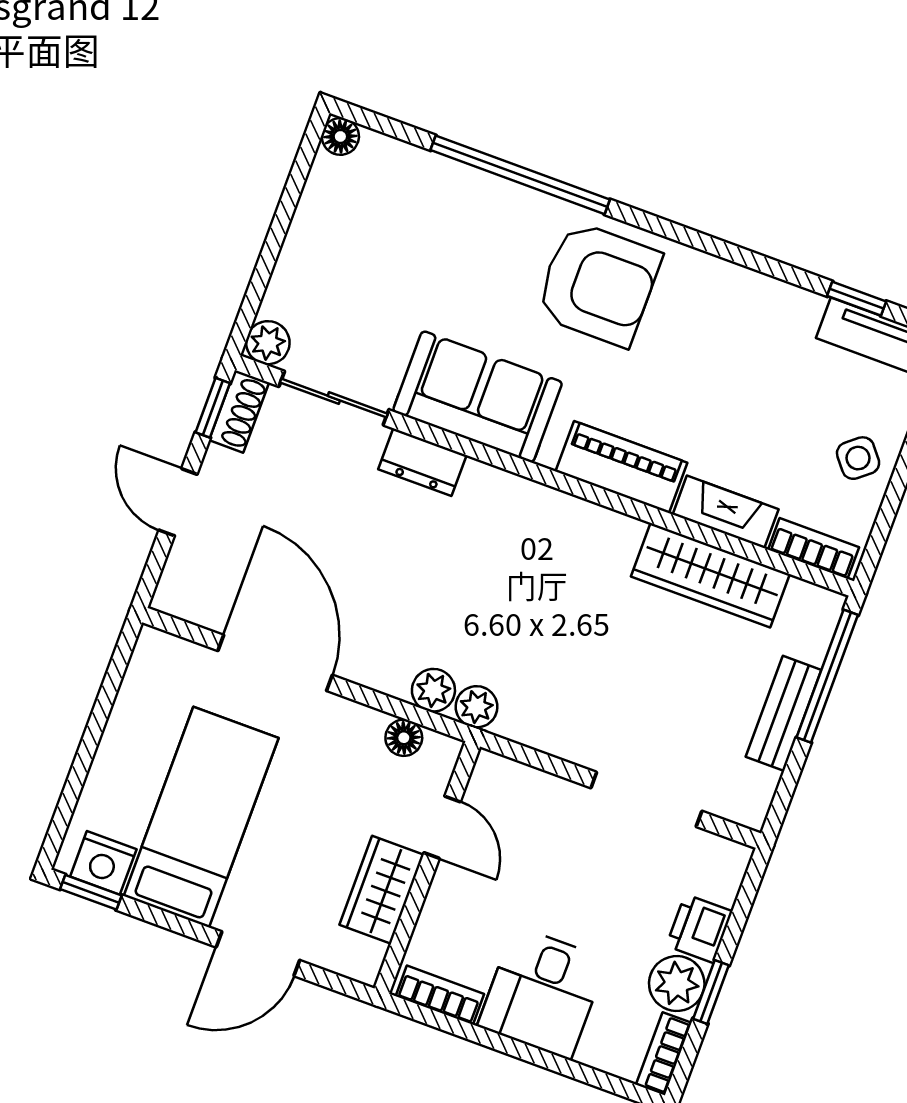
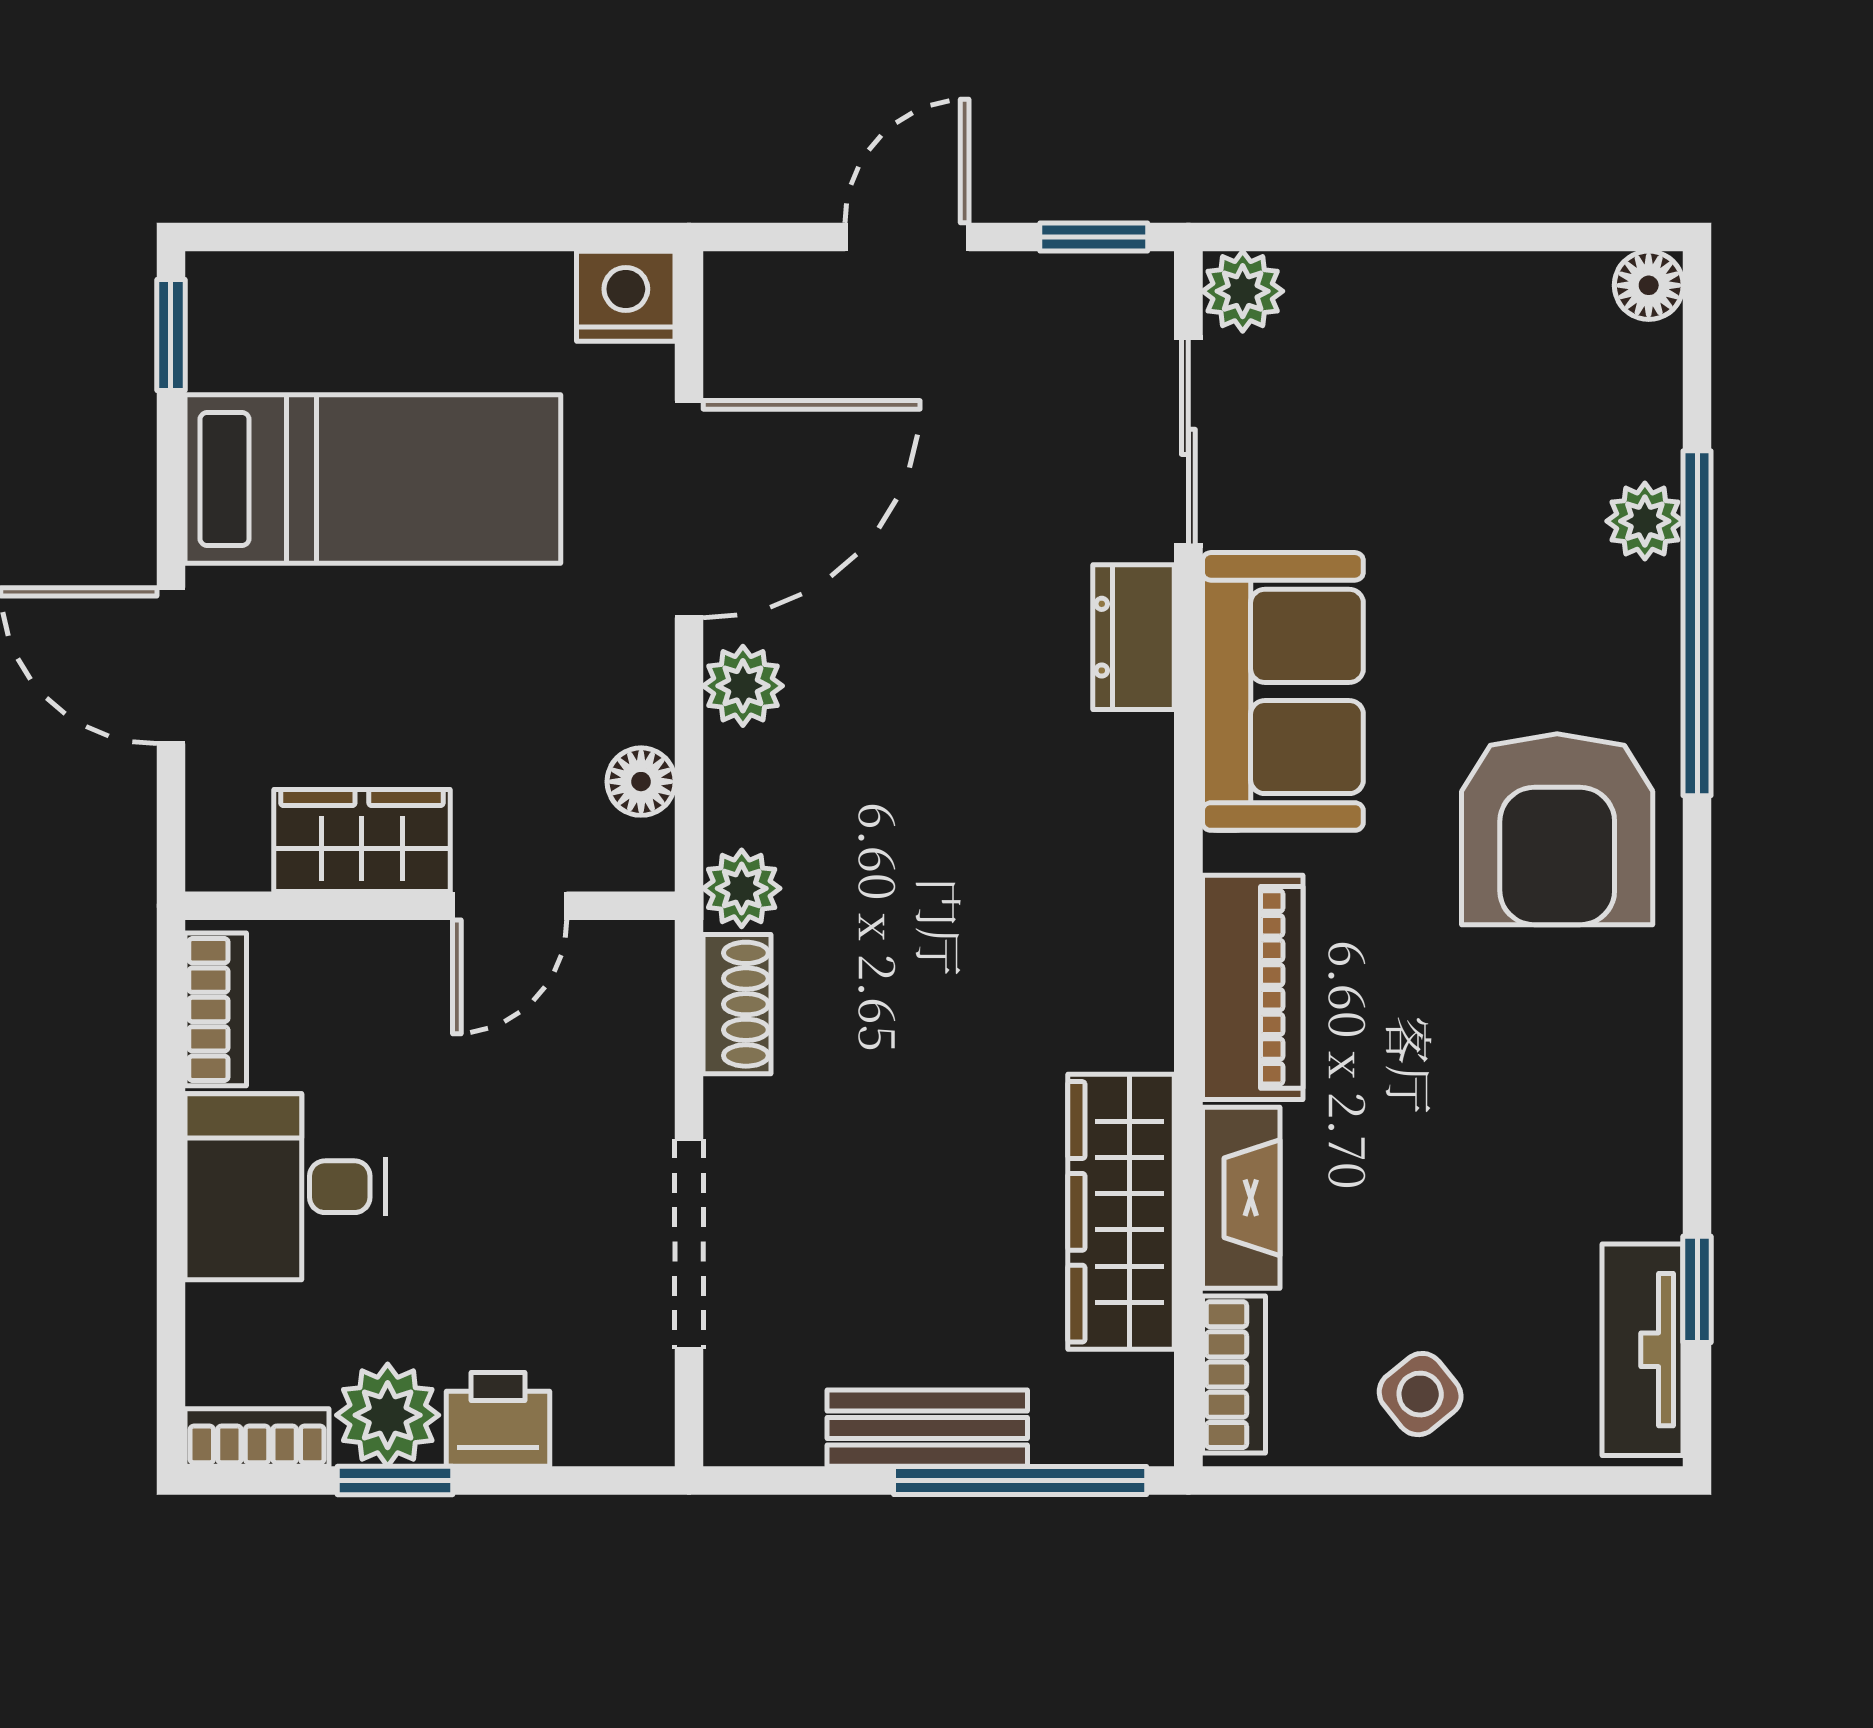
plant: (459, 182) -> (1645, 521), added
shoe rack: (239, 411) -> (737, 1004), moved, turned -90
plant: (433, 690) -> (743, 686), moved
nightstand: (103, 863) -> (626, 296), moved, turned 90

